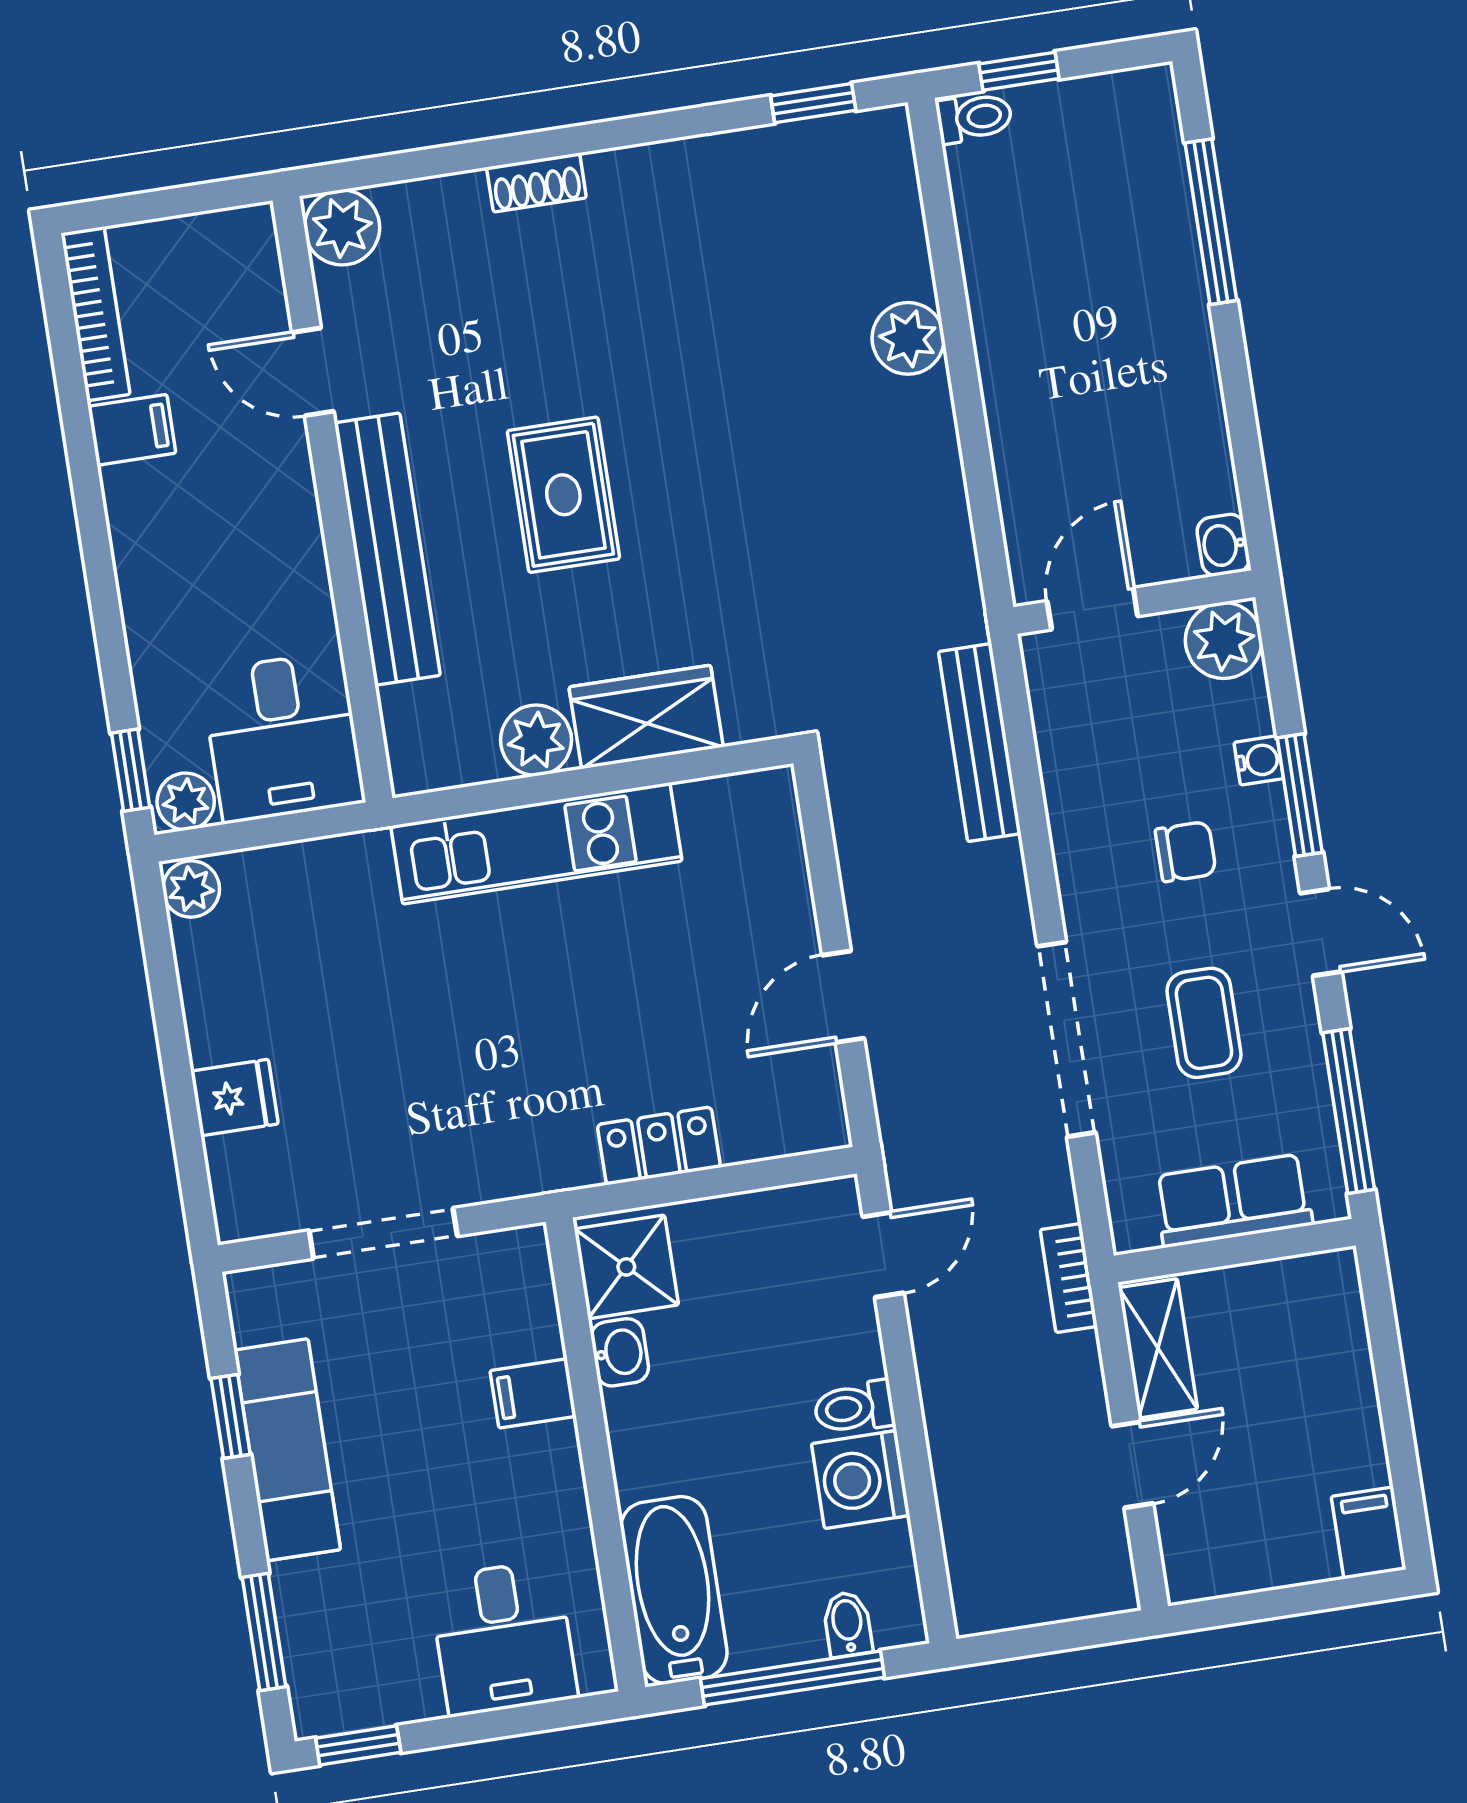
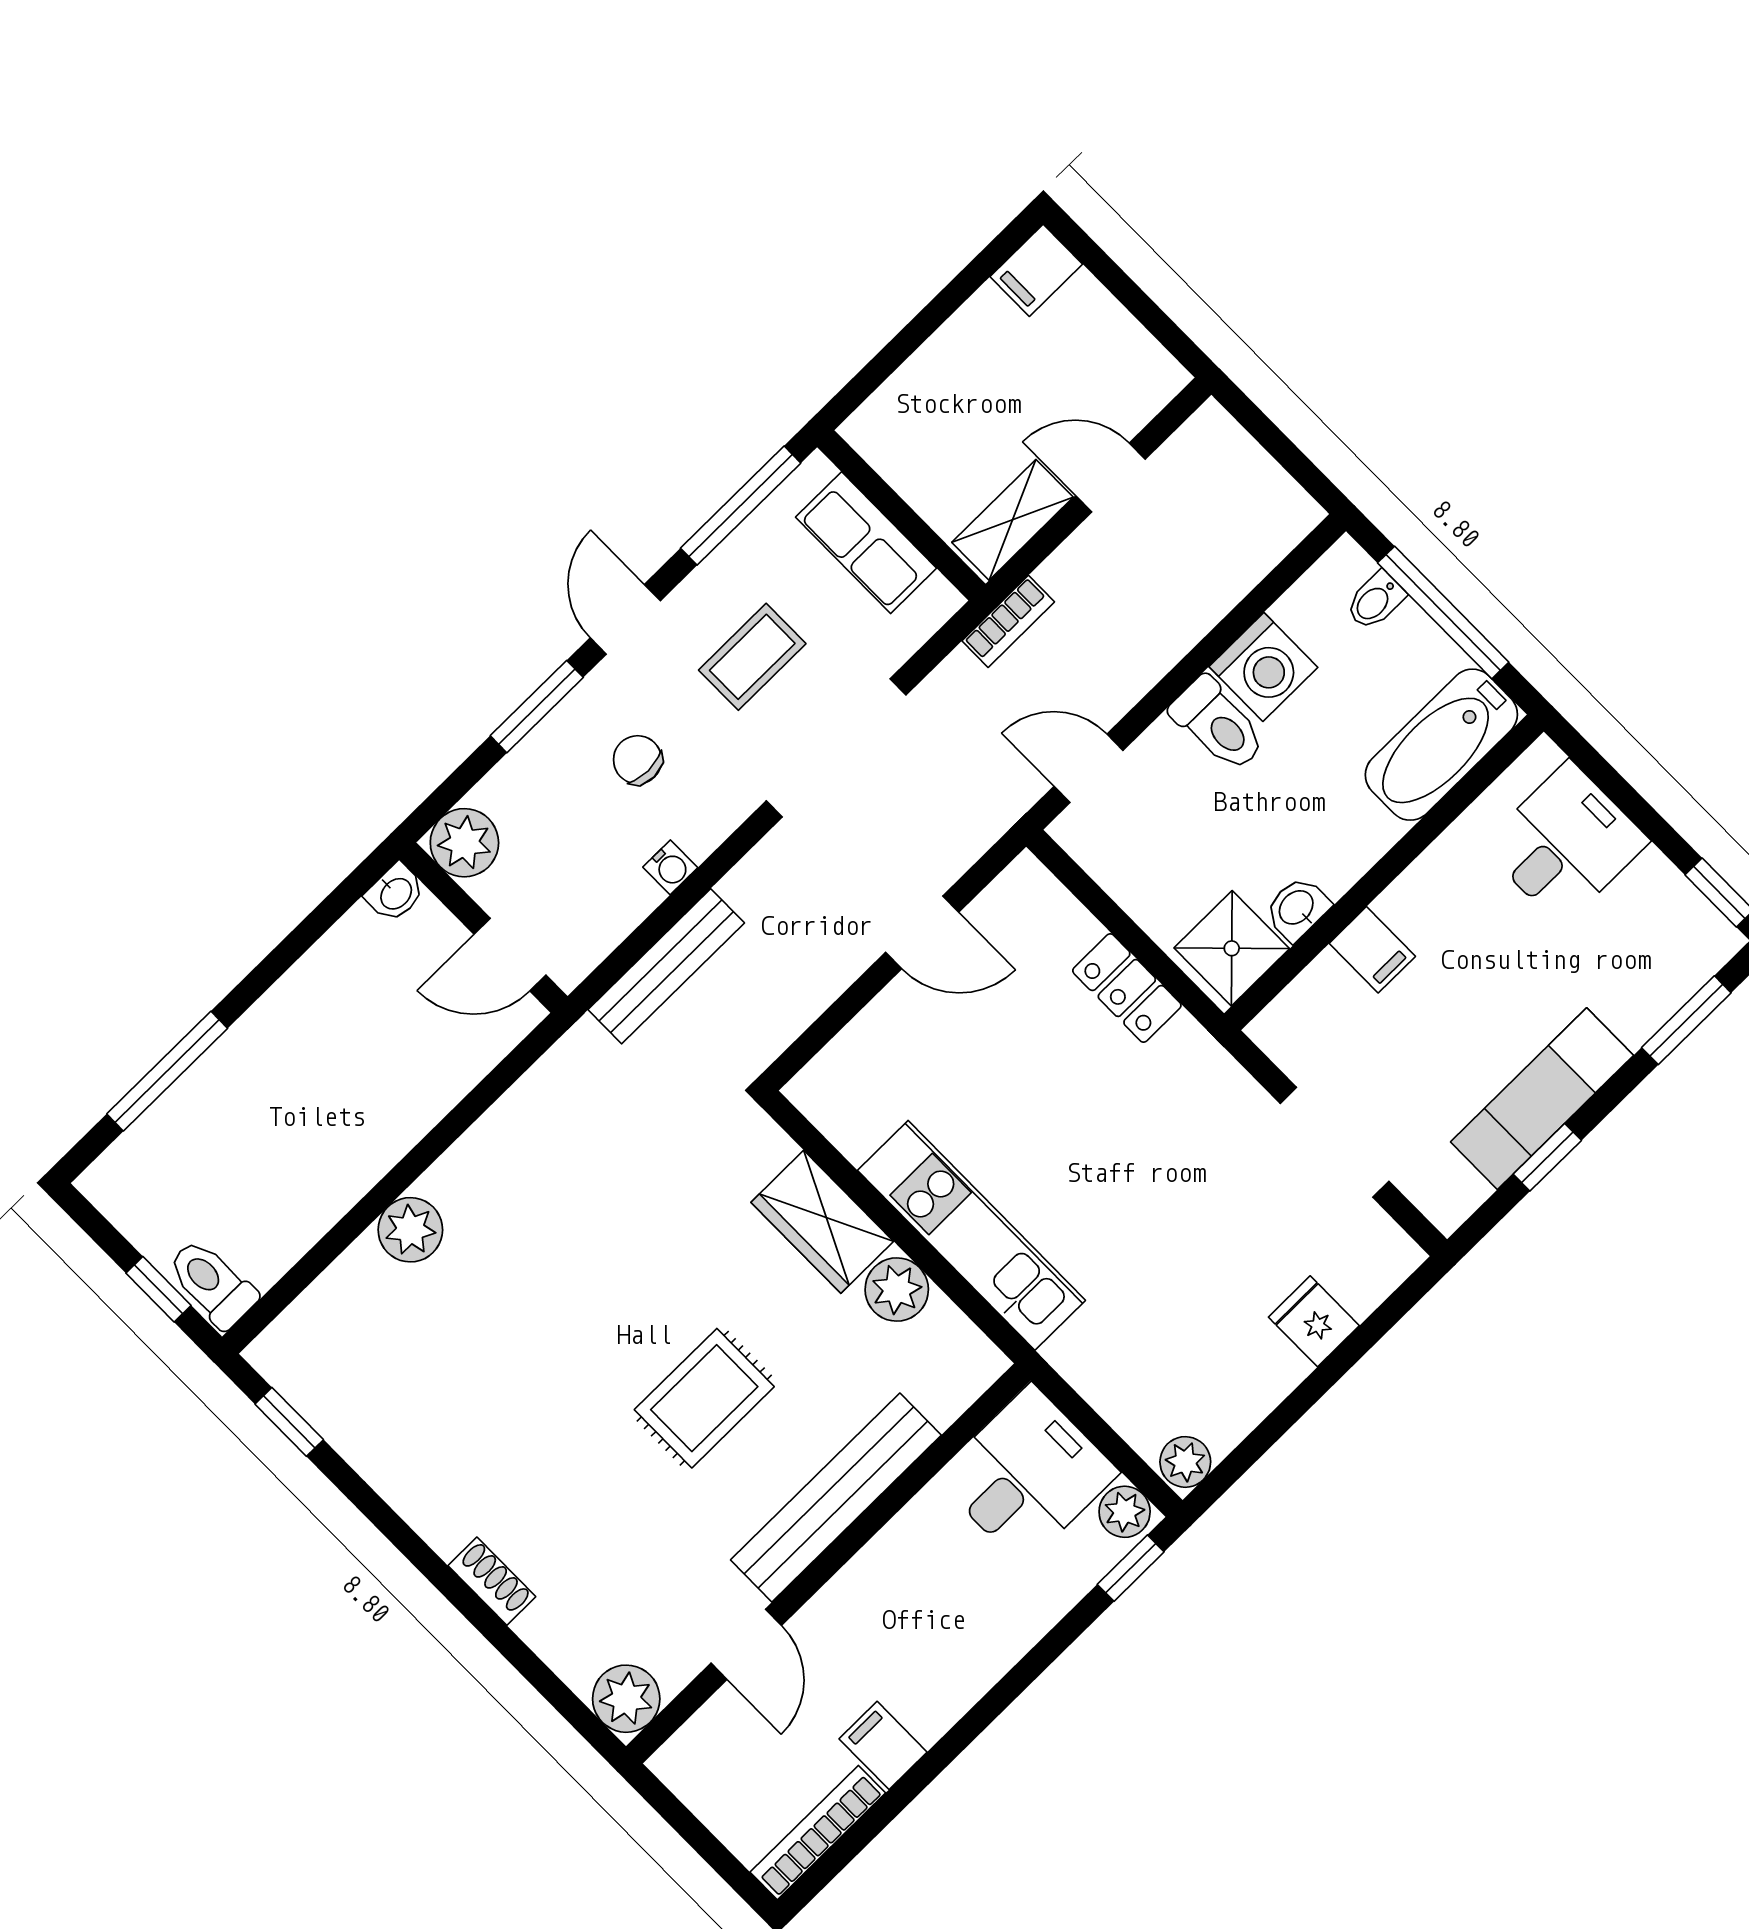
toilet: (974, 118) -> (212, 1283), width x1.37, depth x1.39
water cooler: (1259, 760) -> (670, 867), moved, turned 180
toilet: (854, 1408) -> (1218, 724), width x1.37, depth x1.39

